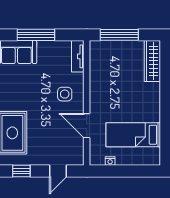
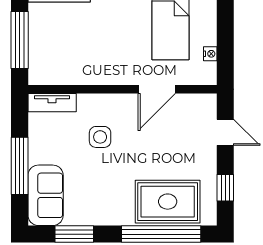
side table: (65, 94) -> (100, 137), moved

